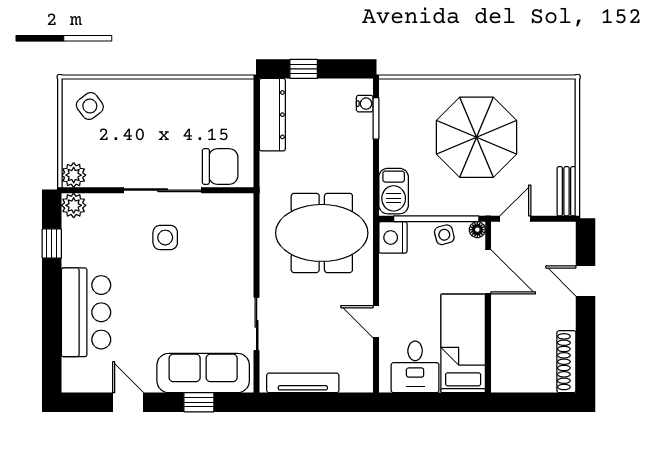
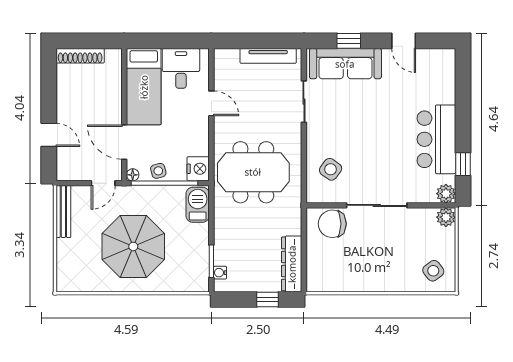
bench: (567, 191) -> (63, 212), width x1.36
side table: (165, 238) -> (331, 169), moved, turned 36
bar counter: (86, 312) -> (436, 139), moved
shoe rack: (566, 362) -> (80, 56), moved, turned 90

